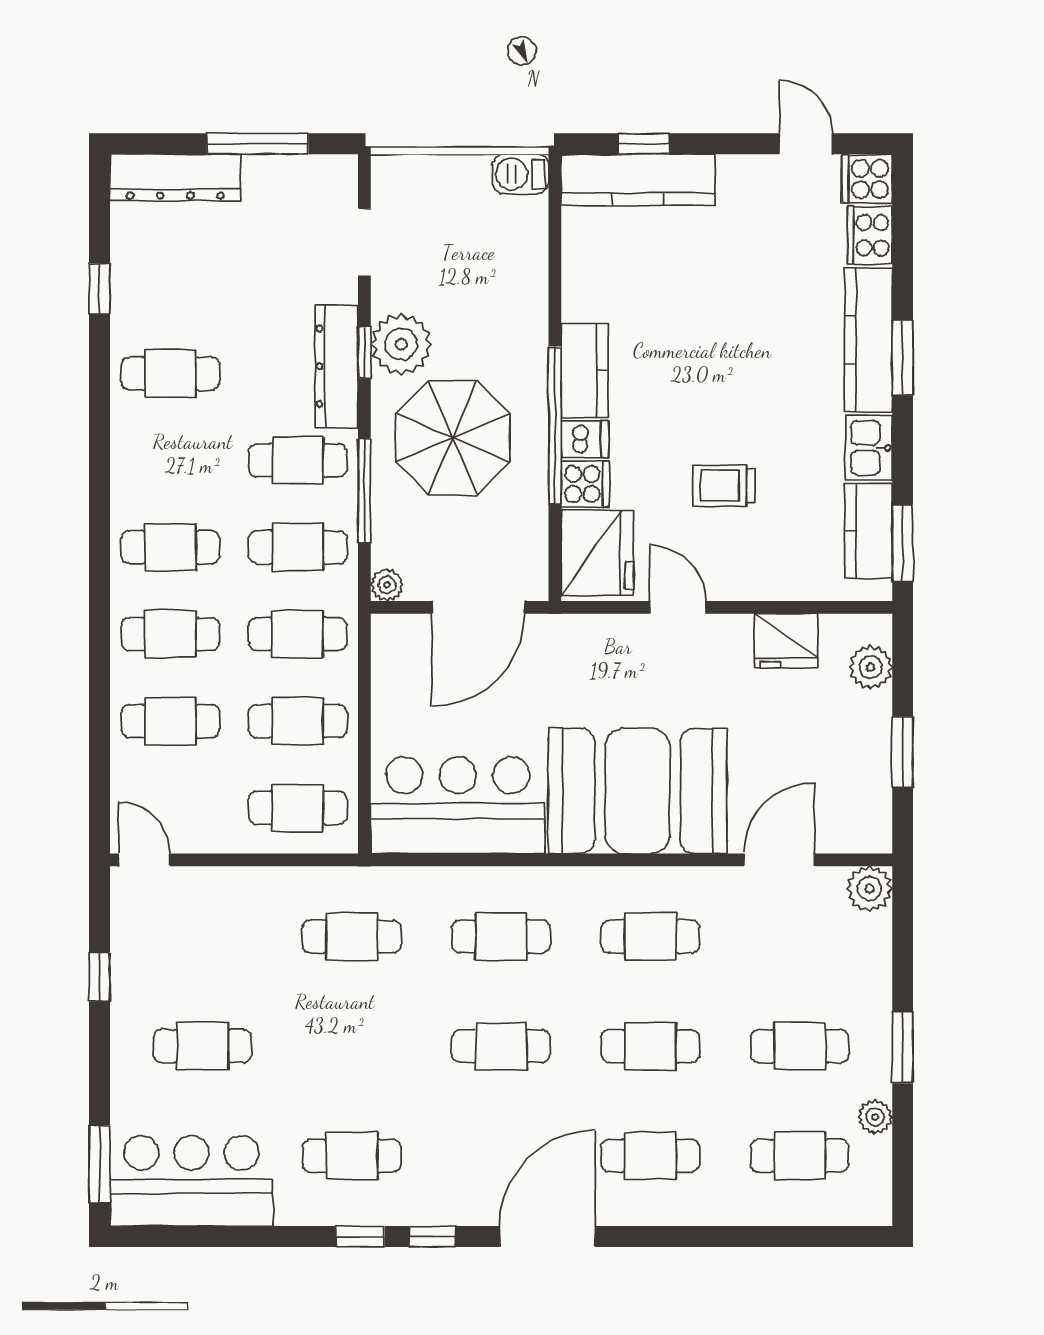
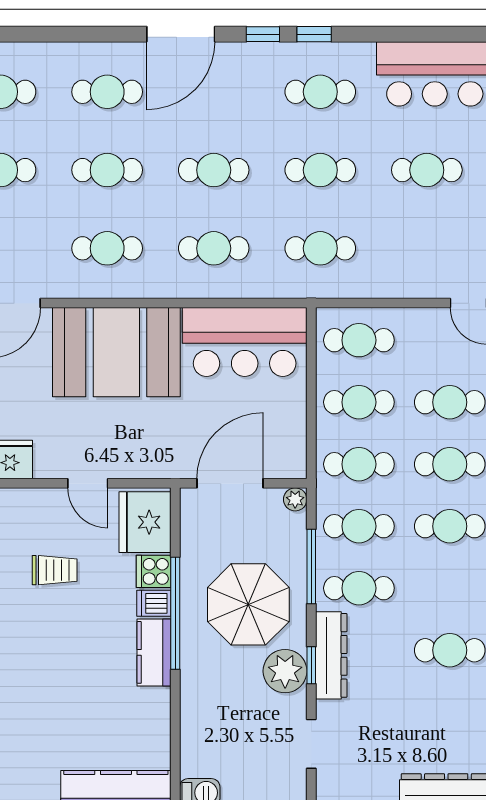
cafe table: (352, 1046) -> (320, 170), added

